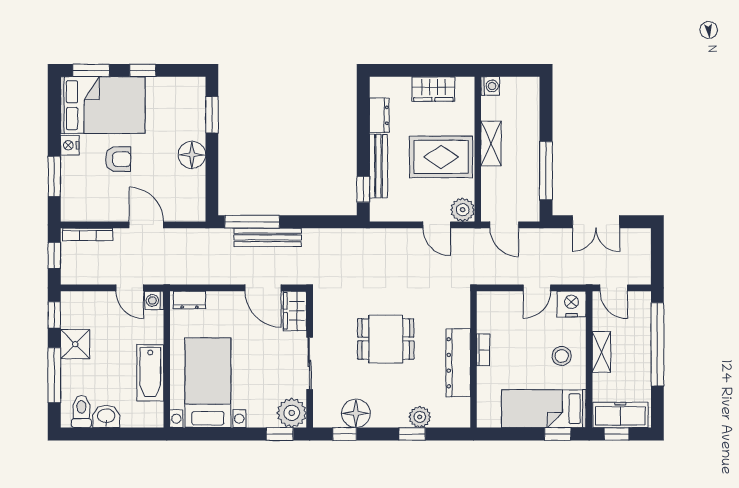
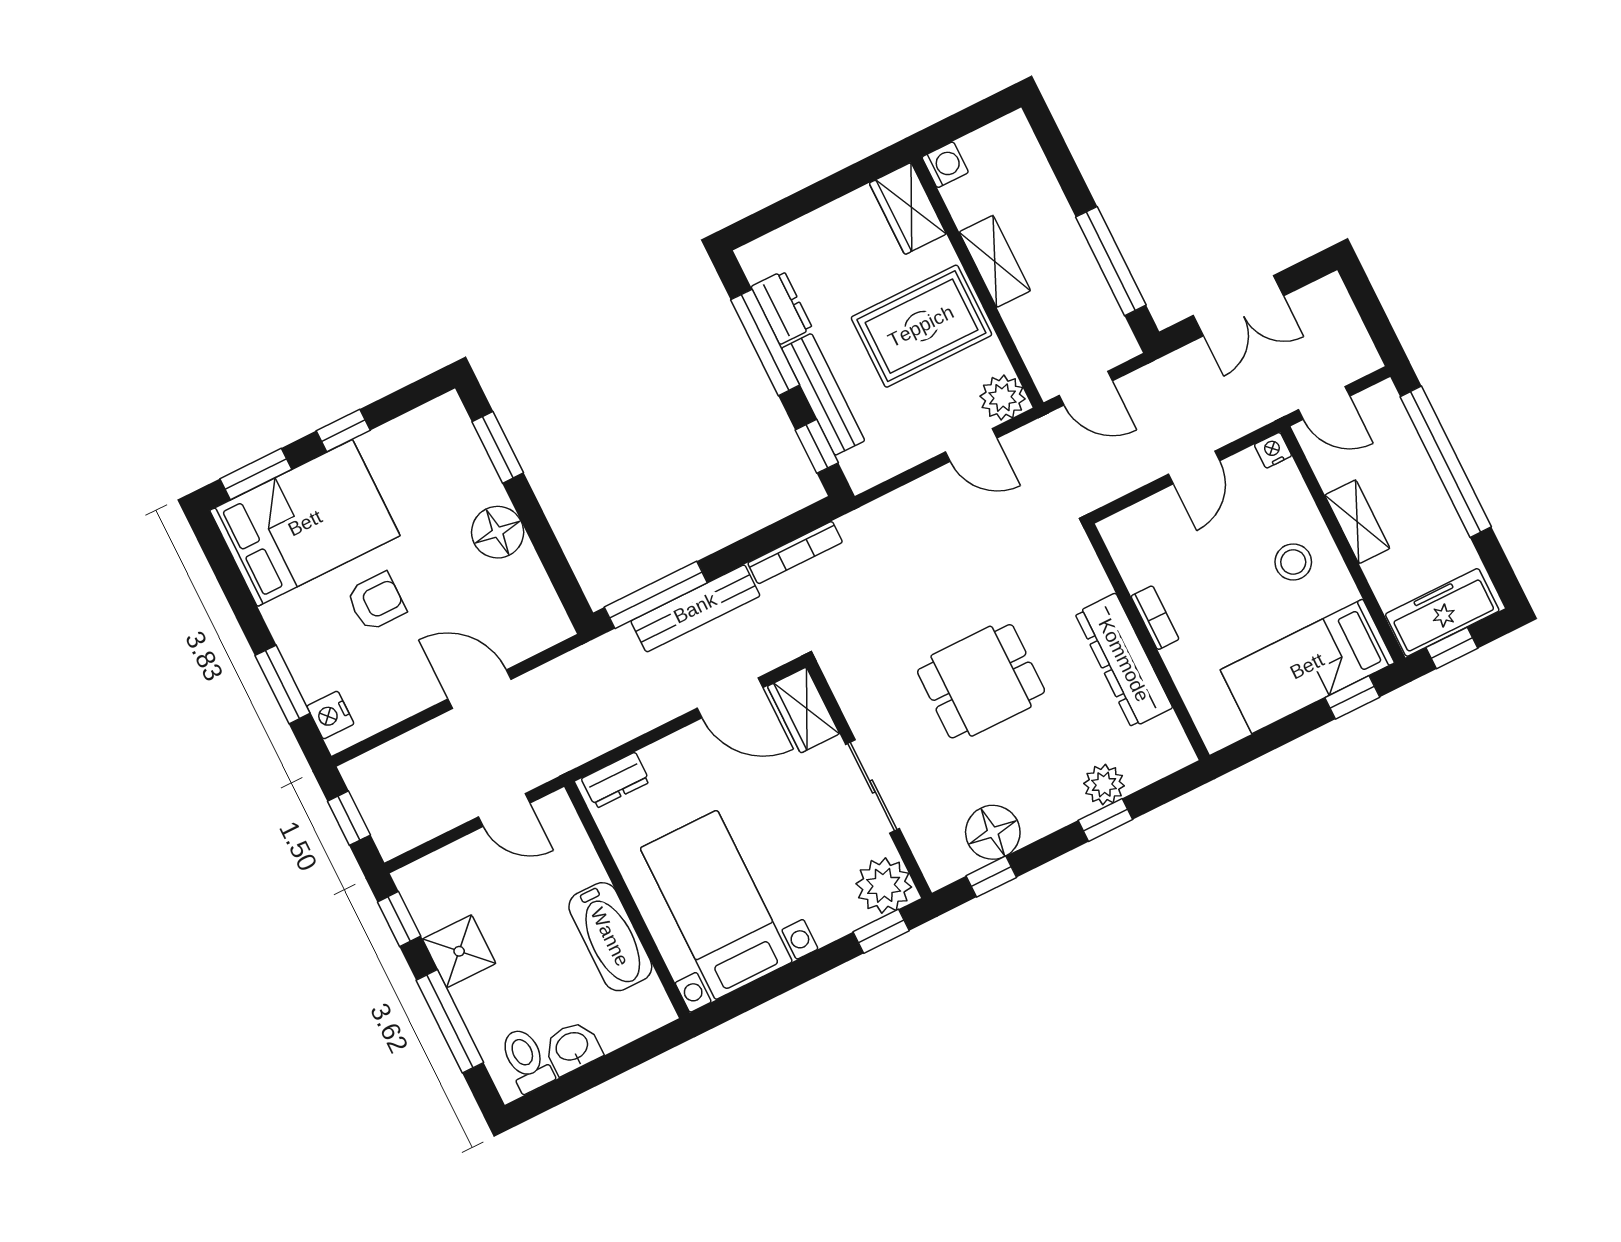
wardrobe: (433, 89) -> (908, 209), moved, turned 90
window: (363, 128) -> (765, 342), added
nightstand: (70, 145) -> (330, 715), moved
bookcase: (88, 234) -> (795, 553), moved
washing machine: (154, 300) -> (556, 811), removed
nightstand: (572, 304) -> (1273, 450), width x0.53, depth x0.56

